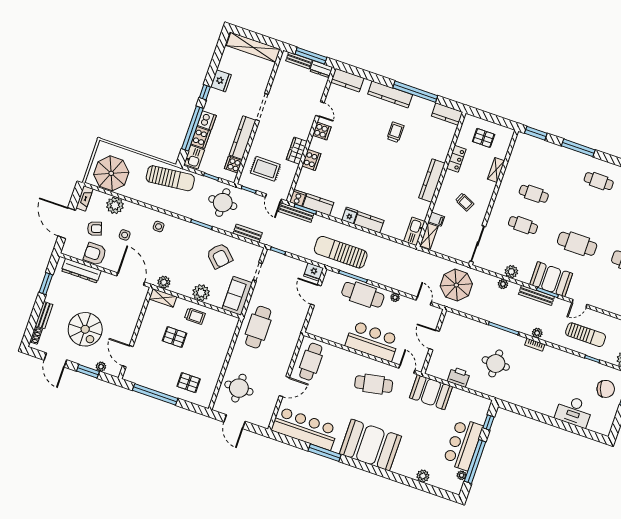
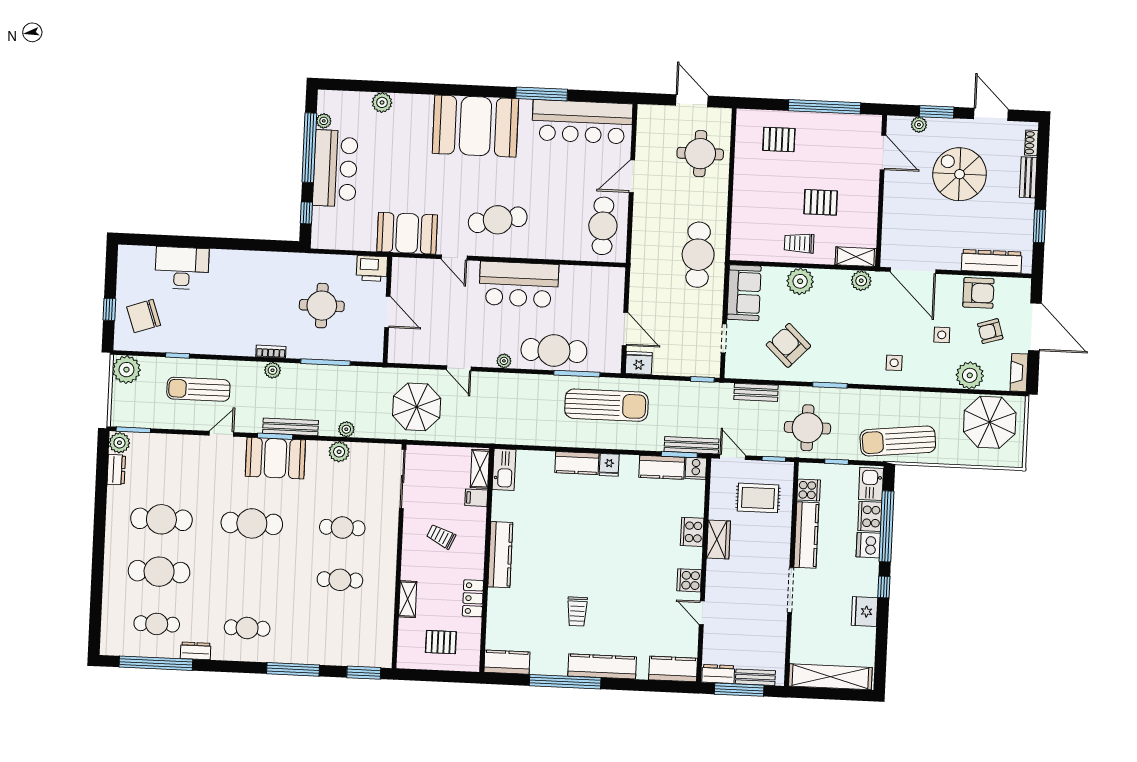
door: (434, 340) -> (387, 312), moved
wall: (434, 341) -> (387, 310), moved

